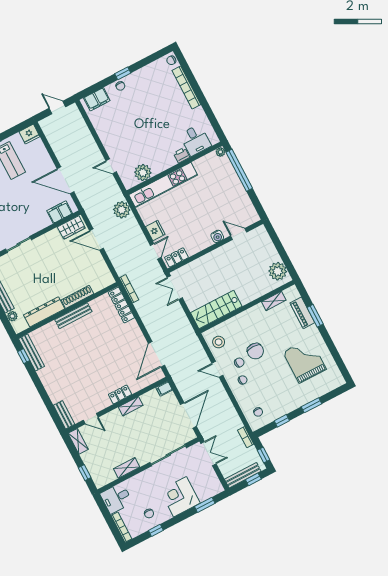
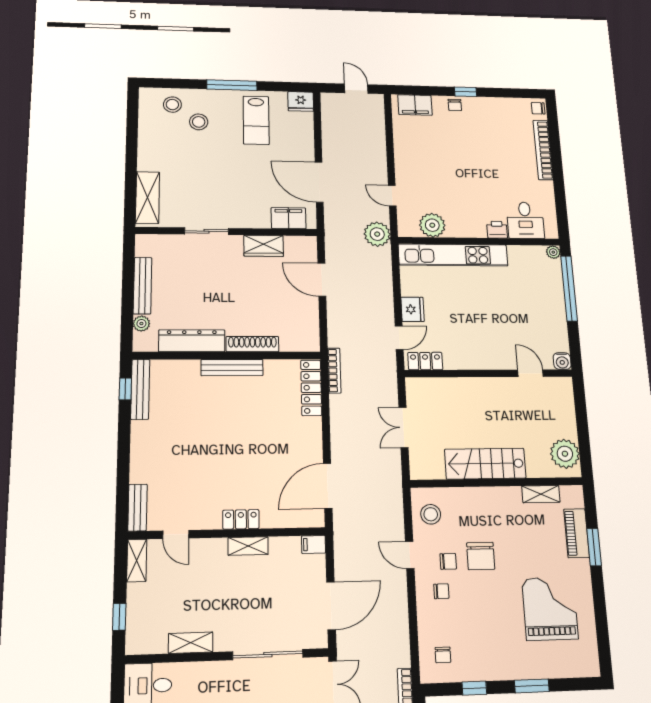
plant: (122, 210) -> (377, 234), moved
wardrobe: (71, 227) -> (264, 246), moved
water cooler: (217, 236) -> (562, 361), moved
double door: (175, 288) -> (404, 427), moved
stairs: (216, 310) -> (485, 464), moved

